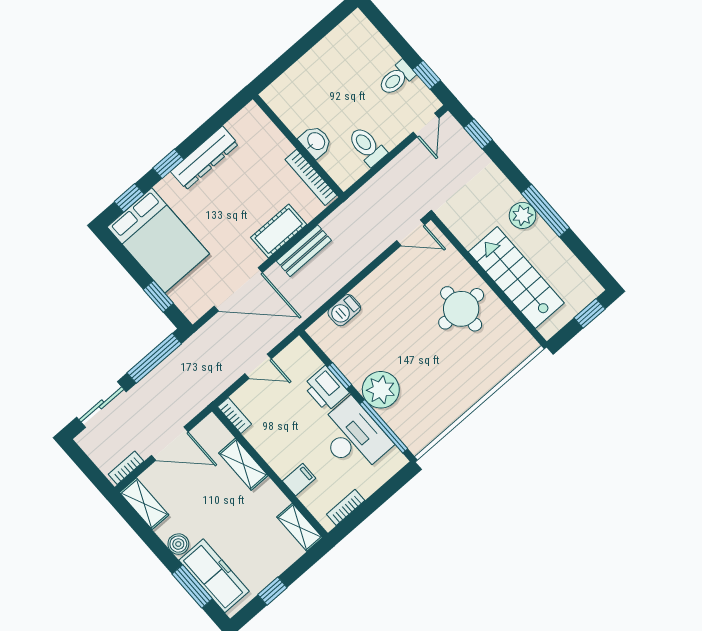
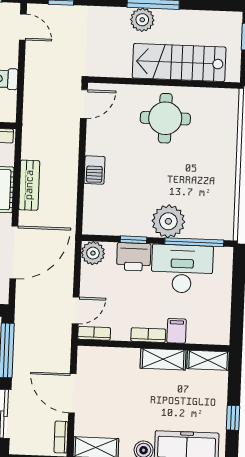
barbecue: (344, 310) -> (94, 170), moved
plant: (298, 353) -> (93, 253), added
door: (258, 366) -> (76, 310), moved
door: (170, 444) -> (72, 393), swing flipped
shelving: (243, 464) -> (163, 359), moved
bookcase: (346, 507) -> (148, 335), moved, turned 90

